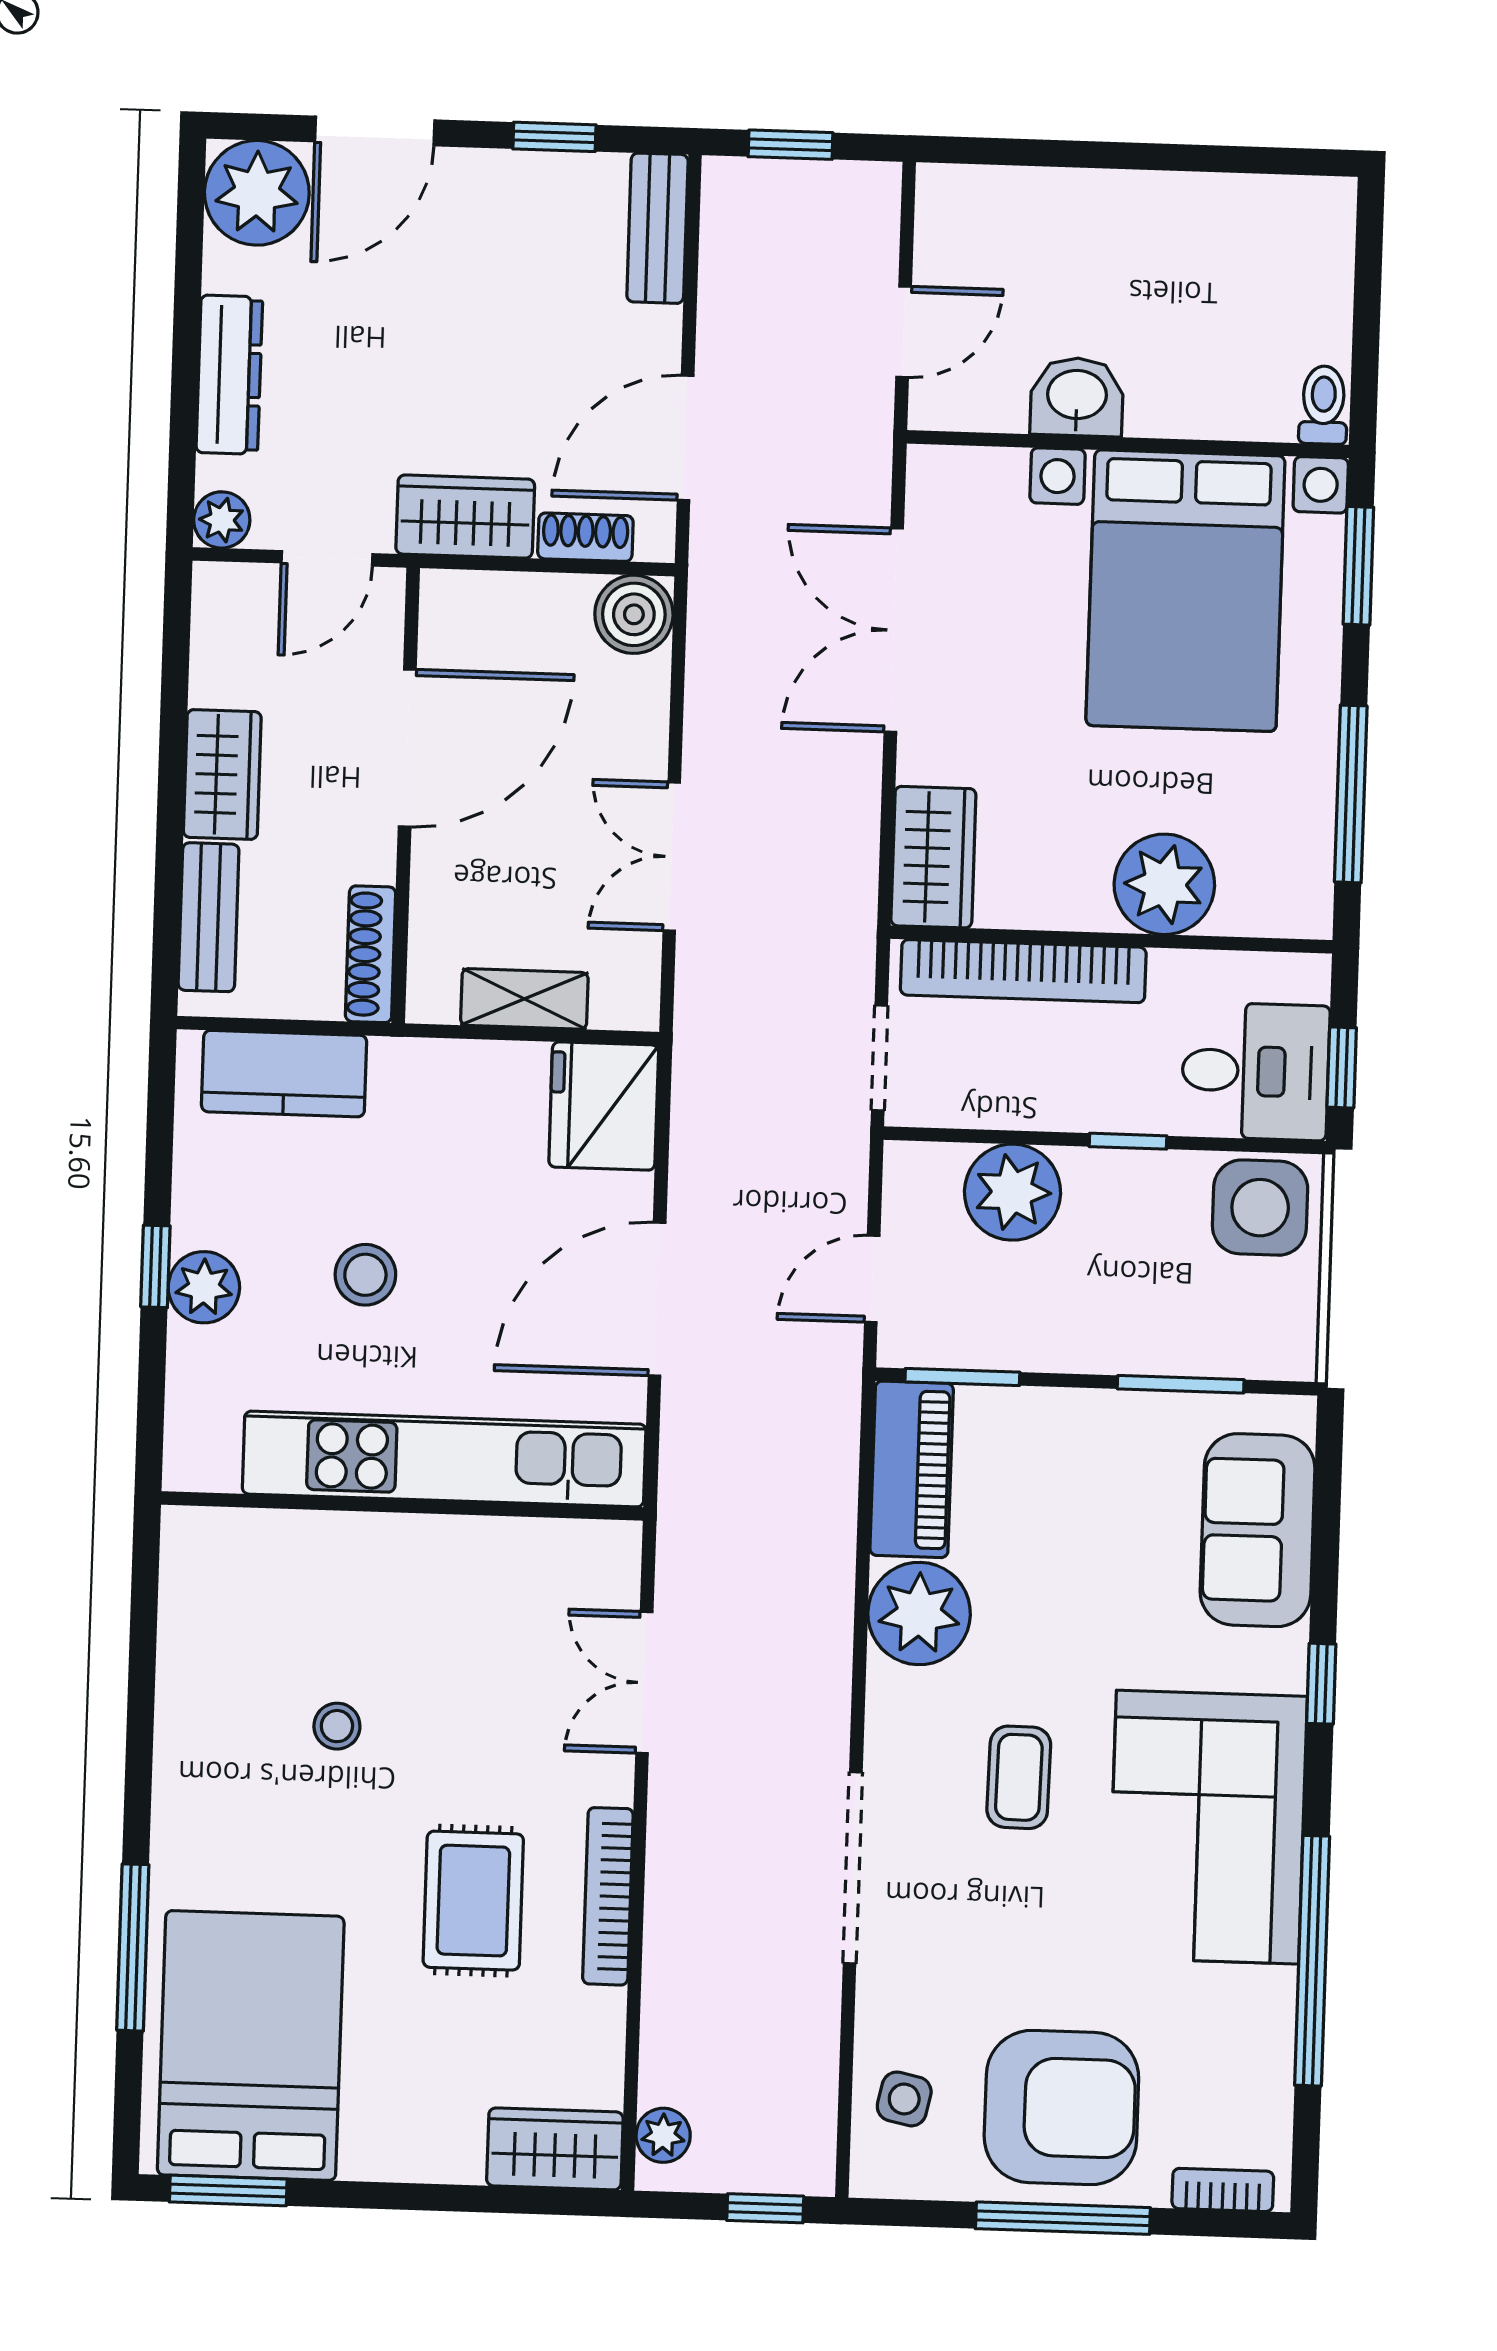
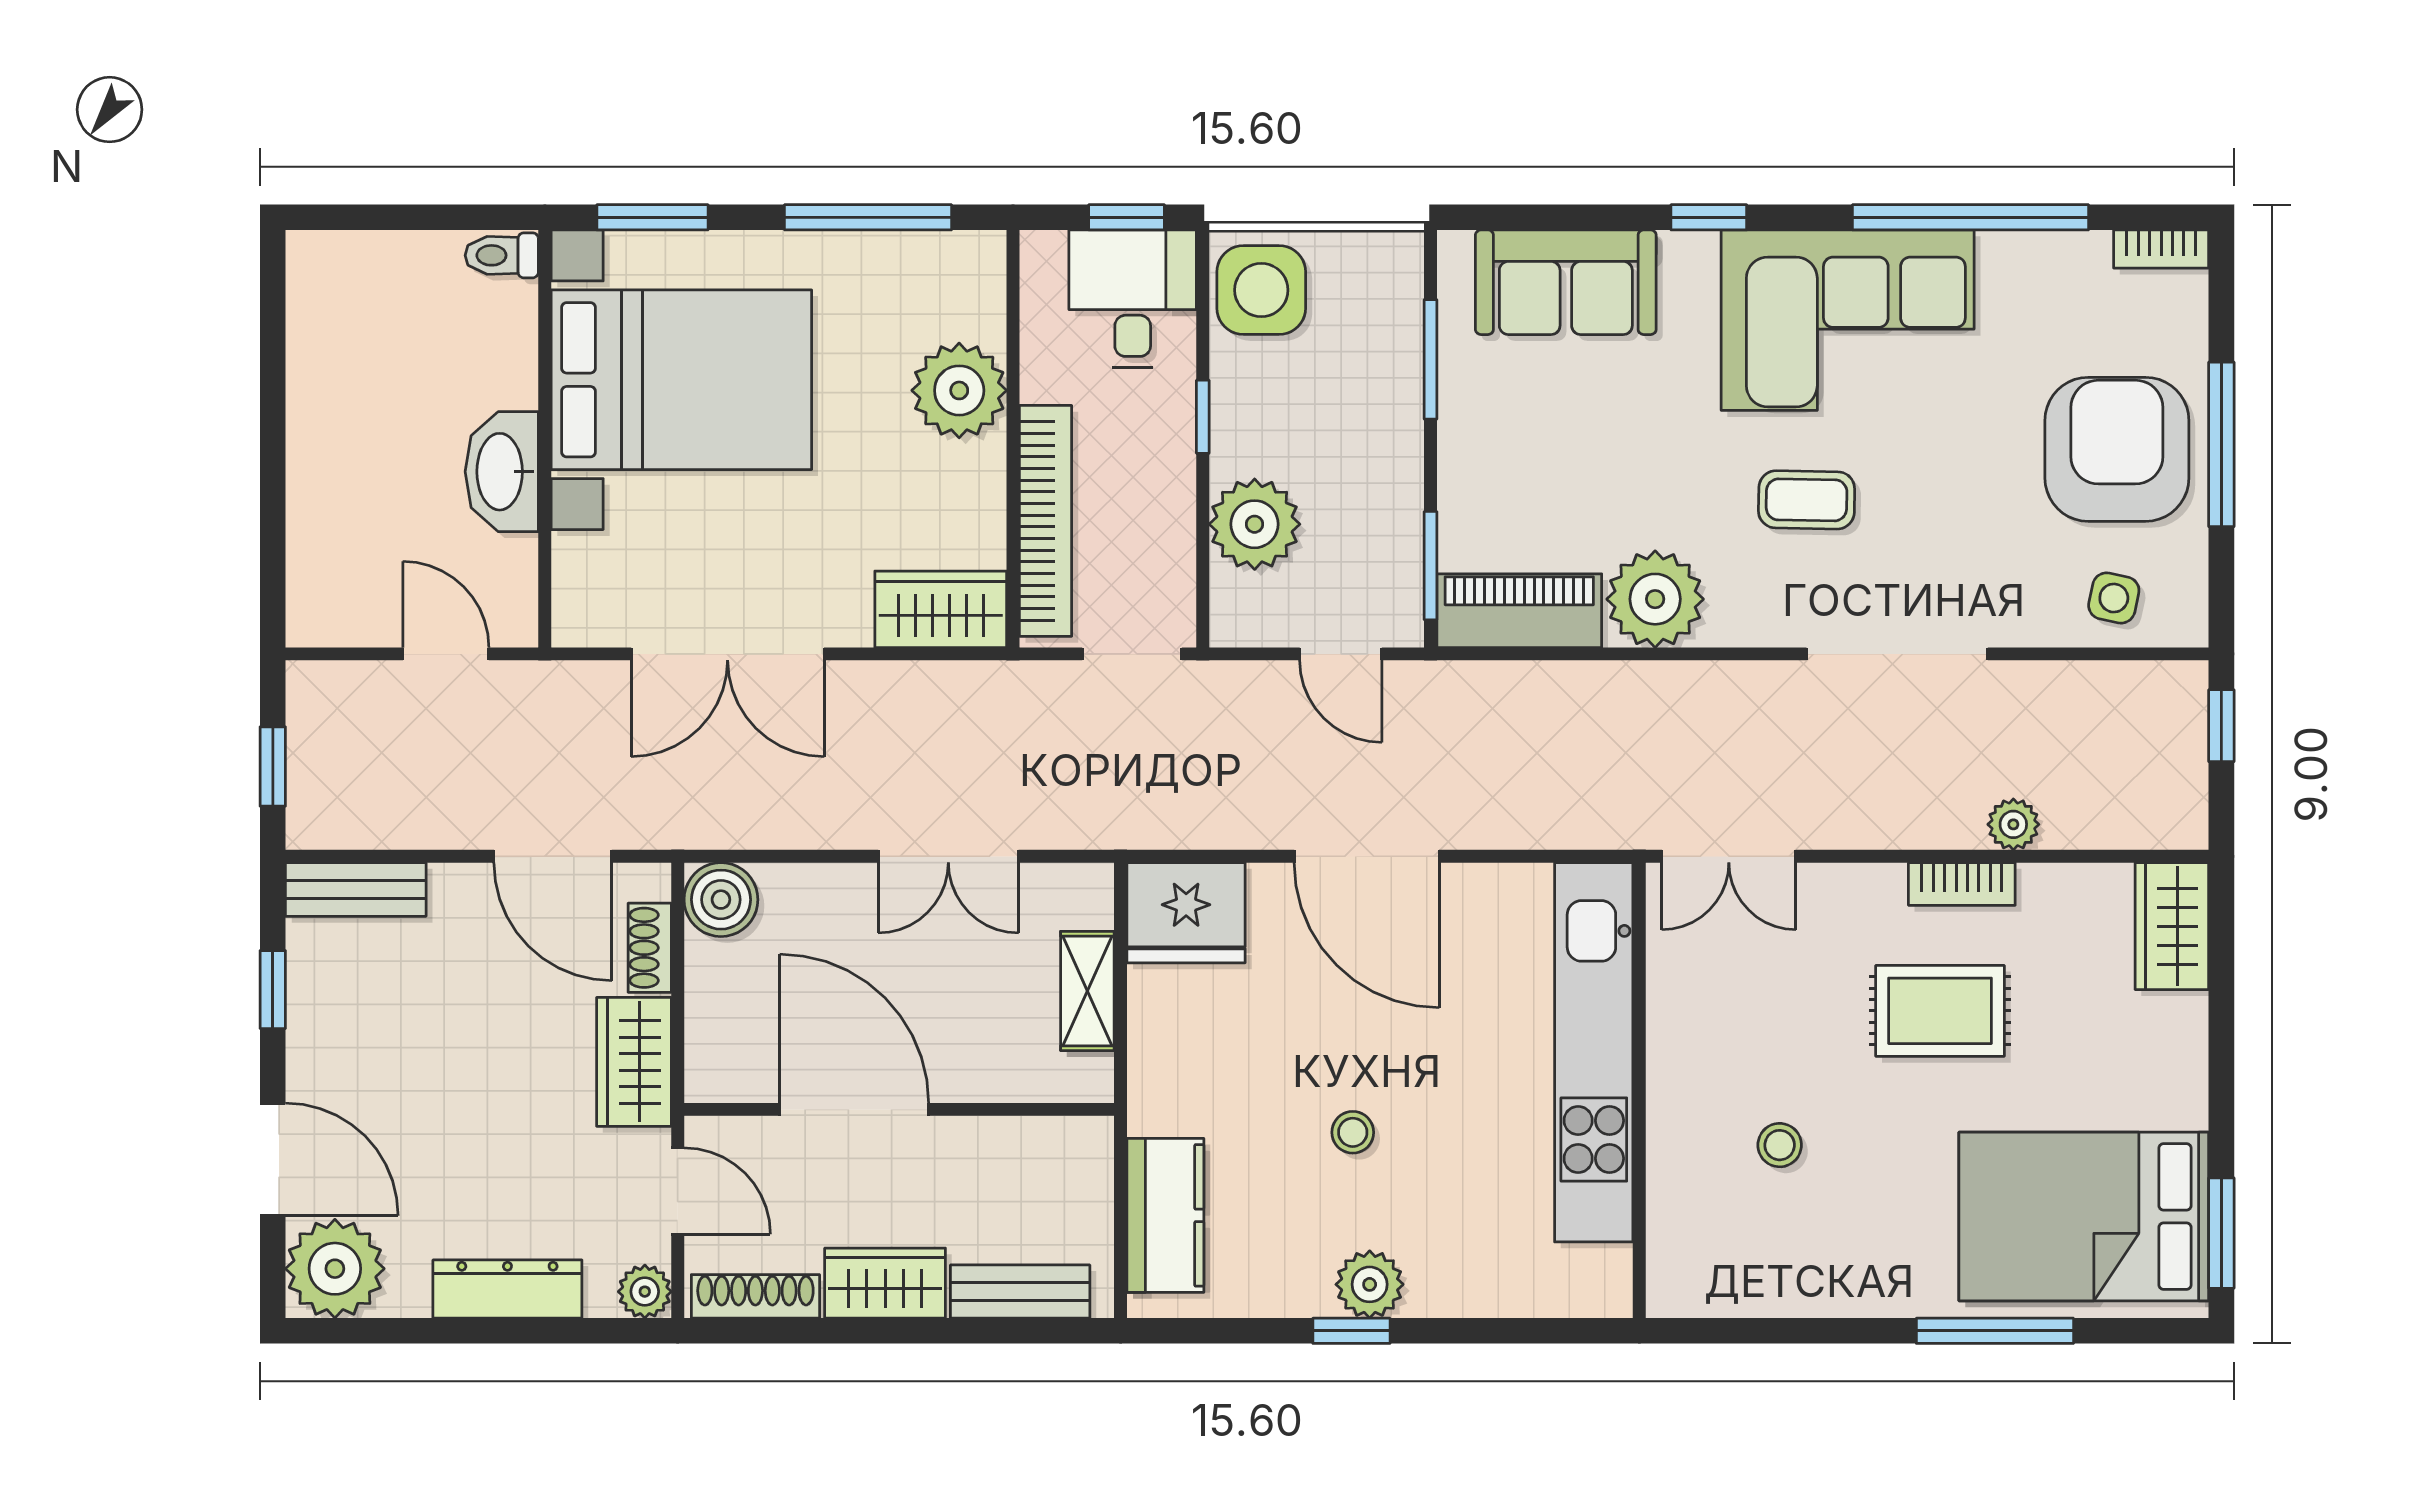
washbasin: (1077, 397) -> (502, 472), width x1.38
shoe rack: (371, 954) -> (755, 1296), moved, turned 180
stool: (365, 1275) -> (1353, 1132), width x0.73, depth x0.73
kitchen unit: (444, 1459) -> (1594, 1052), moved
wall: (402, 1506) -> (1639, 1090), moved
bookcase: (608, 1896) -> (1962, 884), width x0.64
plant: (663, 2135) -> (2013, 824), moved
bookcase: (1223, 2190) -> (2161, 249), moved, turned -90

